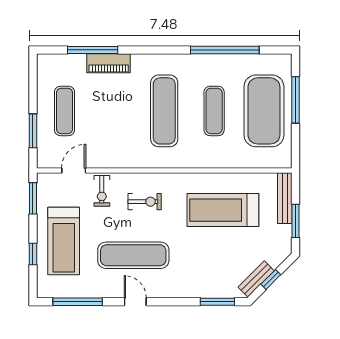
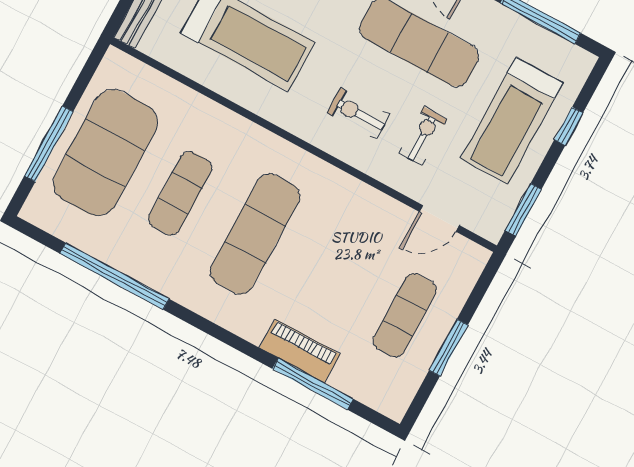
window: (33, 131) -> (448, 348), moved
exercise bike: (102, 191) -> (423, 136), moved
treadmill: (64, 241) -> (512, 121), turned 180

